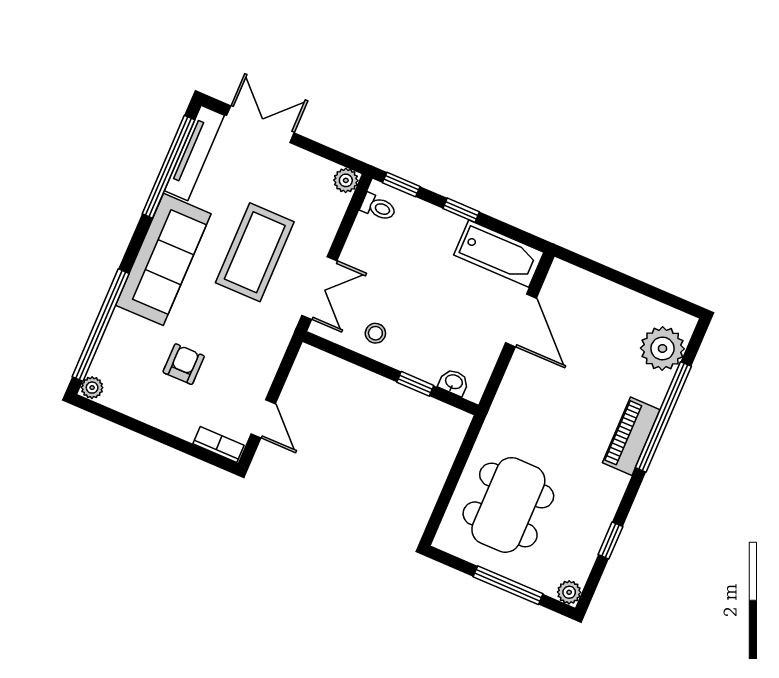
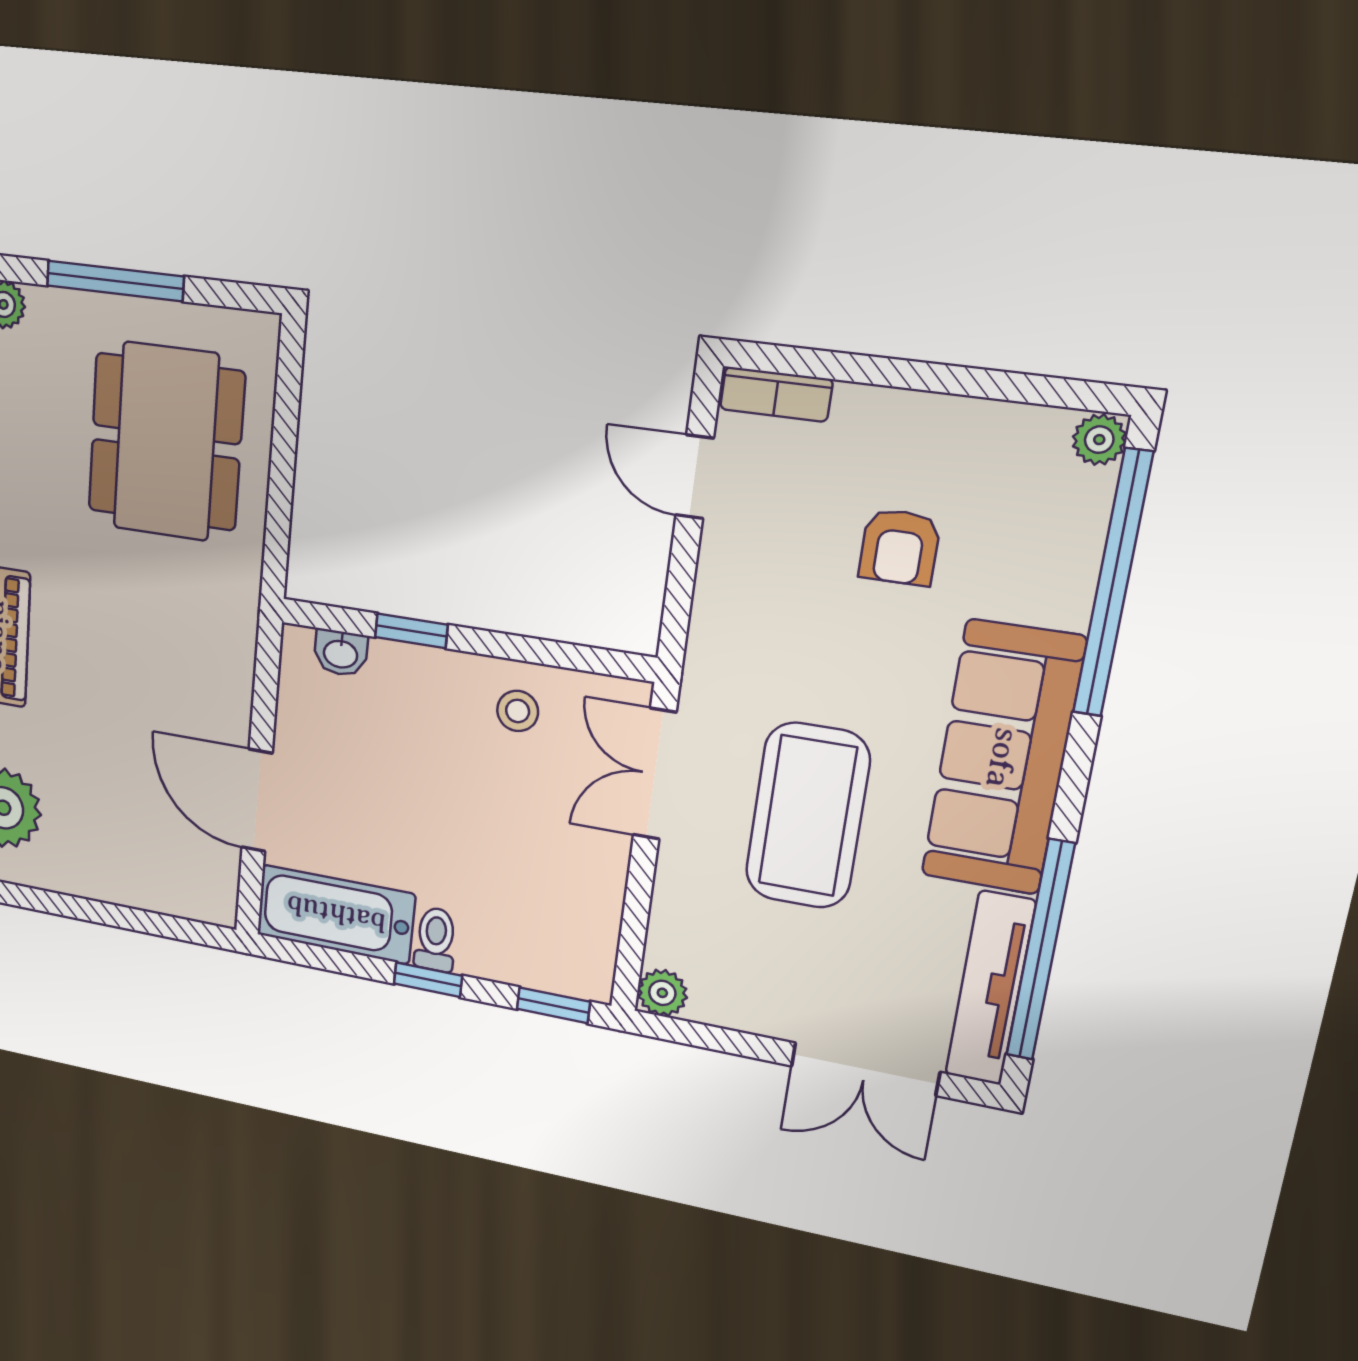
toilet: (378, 207) -> (435, 939), moved, turned 90

